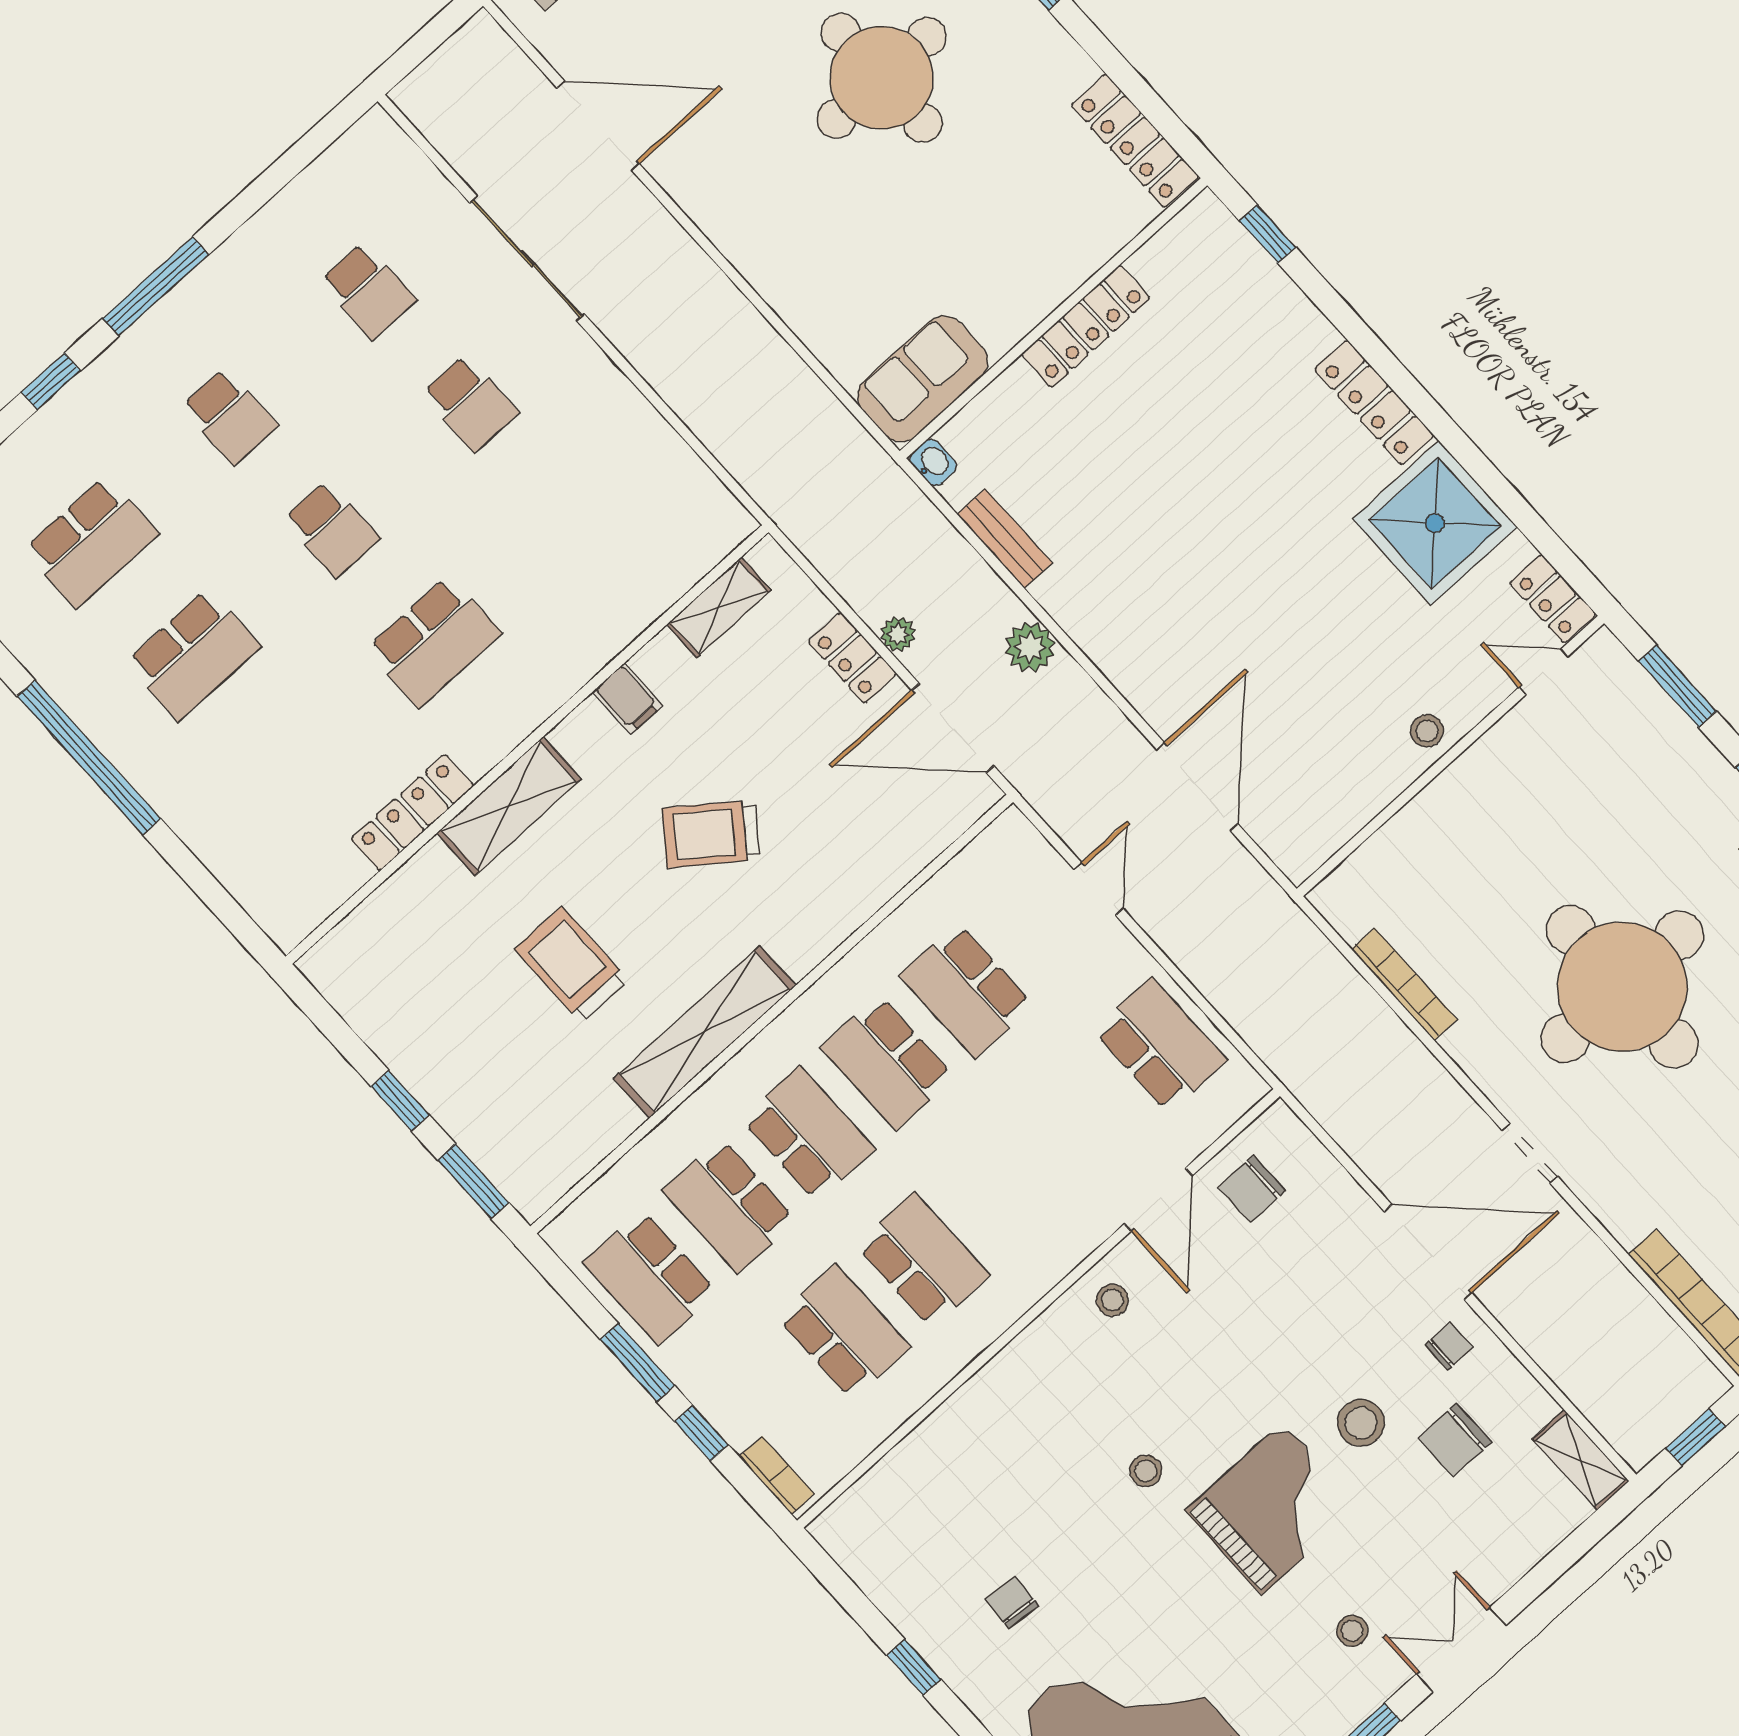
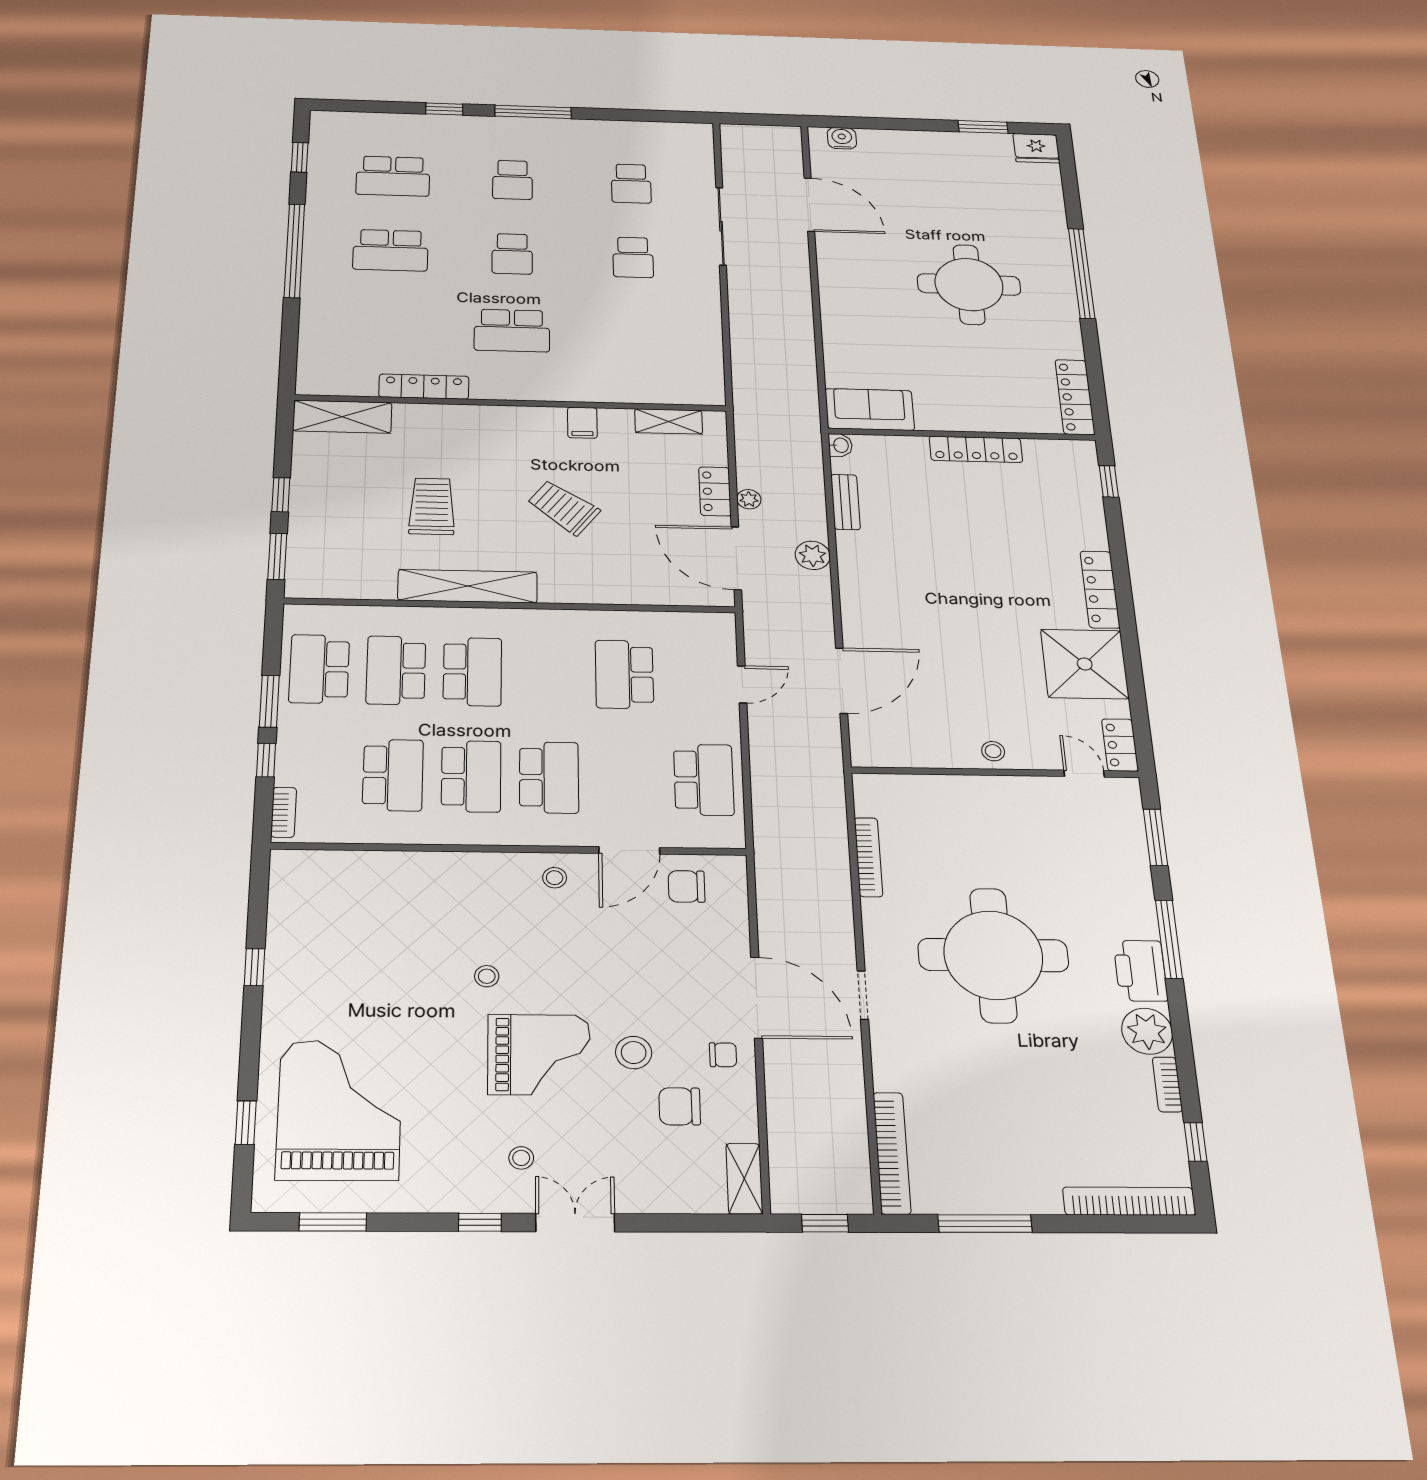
shelving: (509, 806) -> (342, 417), moved
school desk: (887, 1062) -> (549, 777), moved, turned 180
chair: (1012, 1602) -> (343, 980), removed

